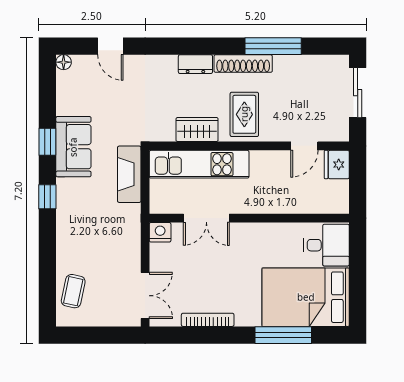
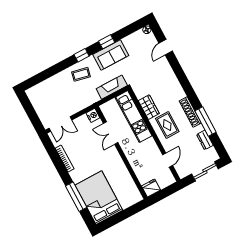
dresser: (195, 64) -> (205, 140), moved
rug: (244, 114) -> (167, 125), turned 90
door: (304, 146) -> (168, 160), swing flipped
fridge: (337, 165) -> (151, 188), moved
desk: (326, 245) -> (128, 194), removed
coffee table: (73, 291) -> (81, 74), moved

